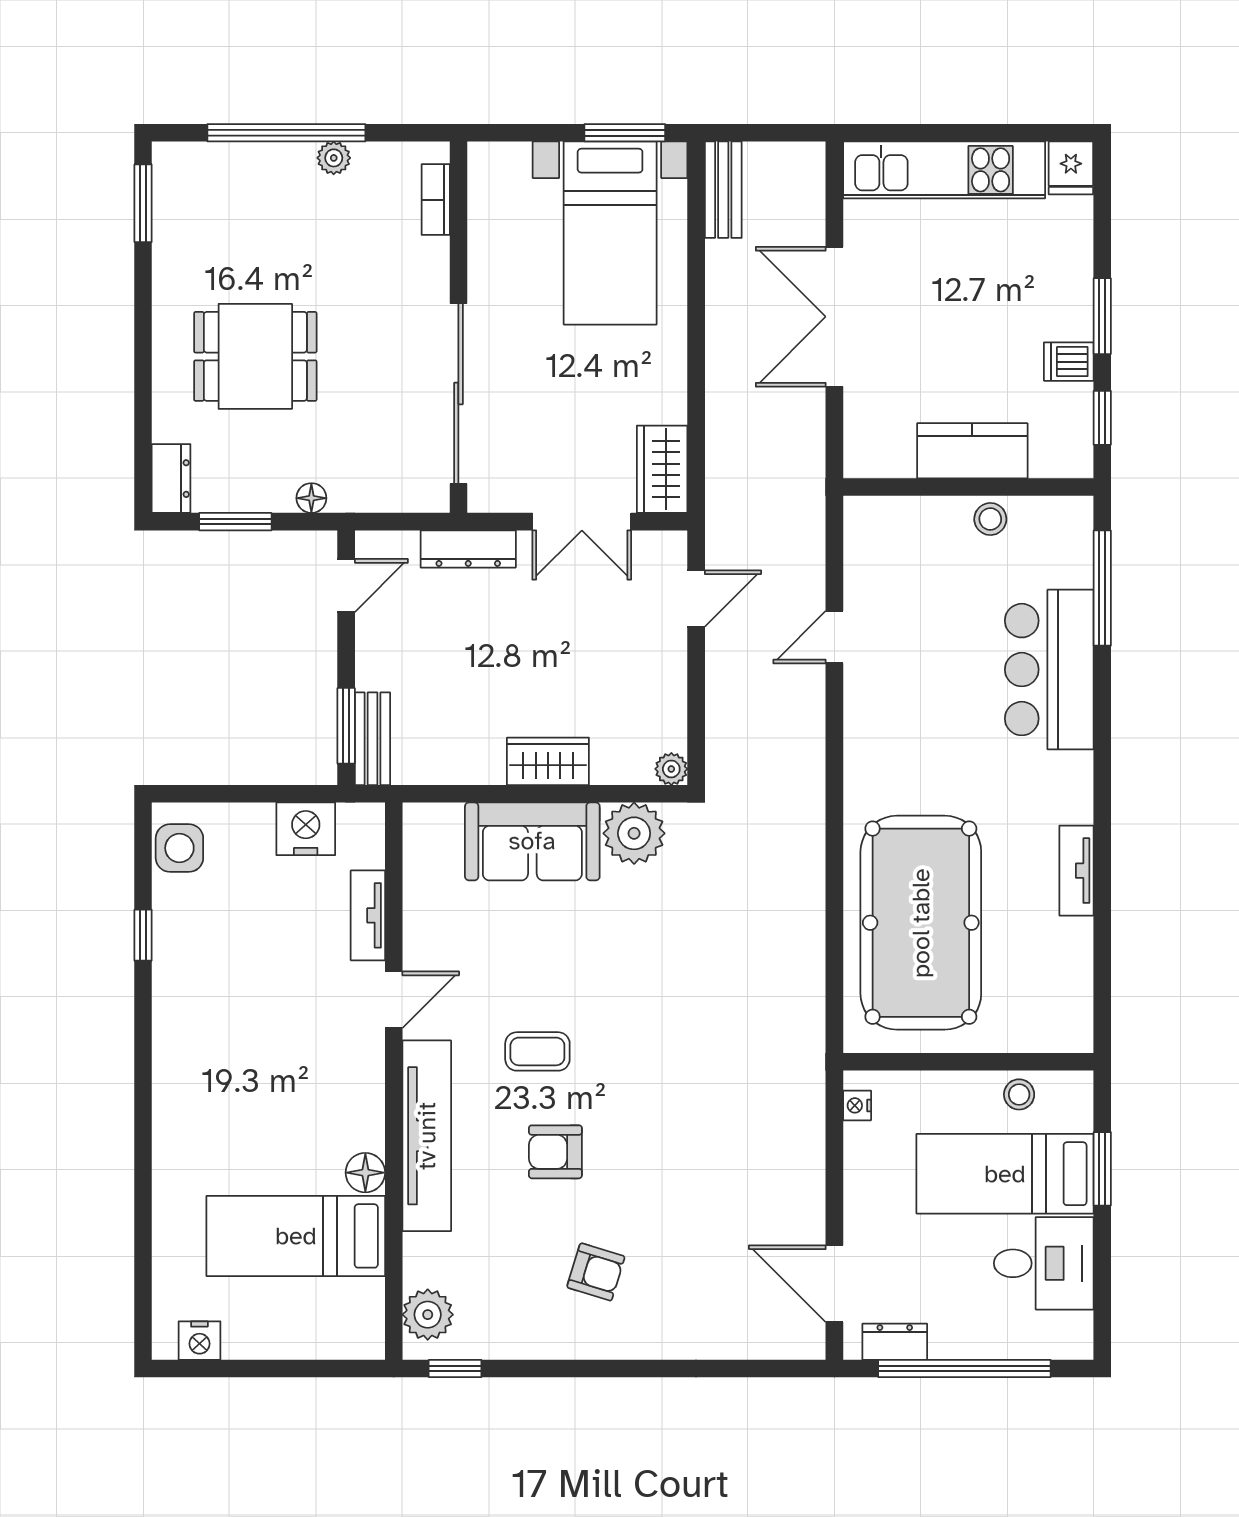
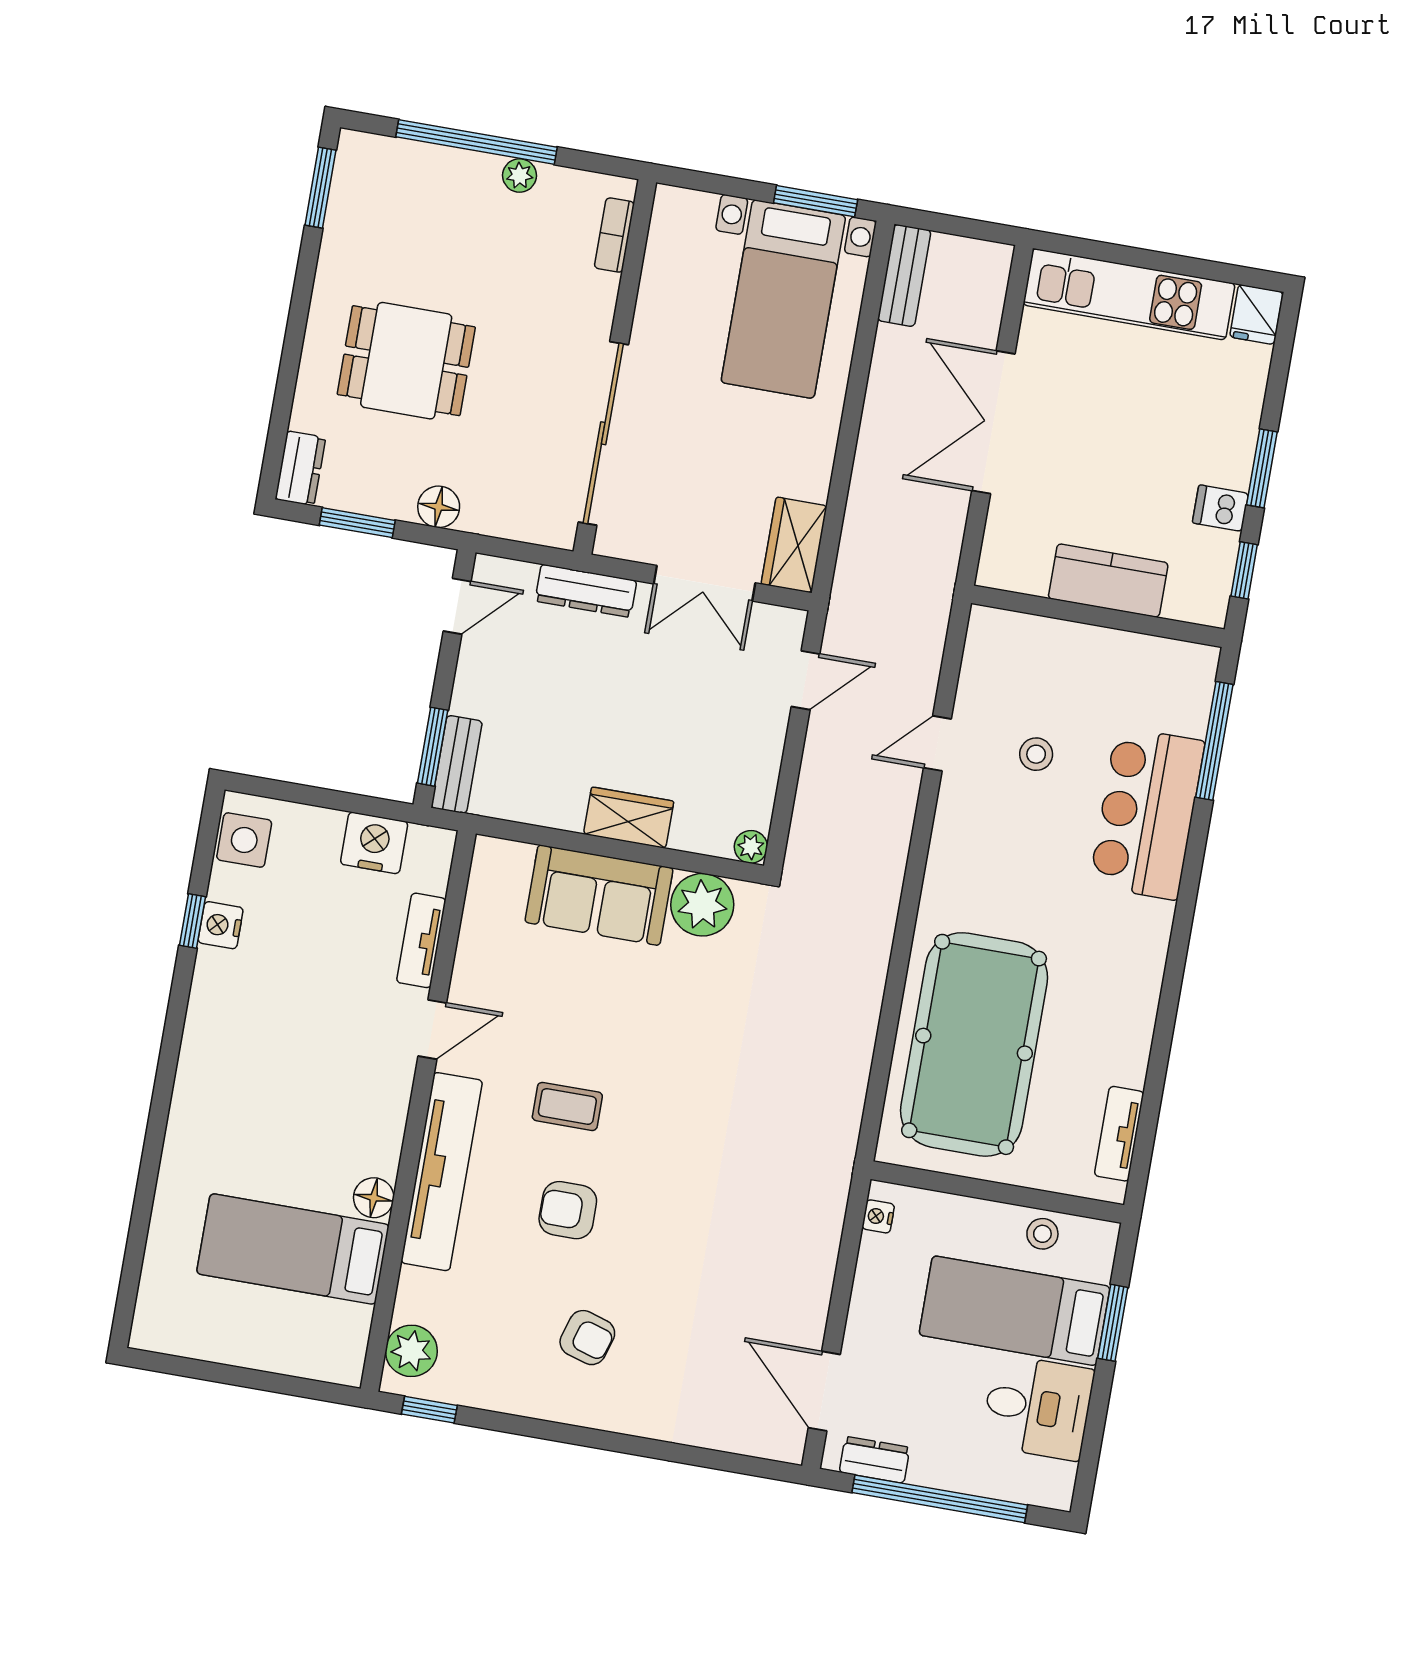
floor lamp: (311, 498) -> (439, 507), width x1.37, depth x1.37
stool: (990, 519) -> (1036, 754), moved
tv unit: (1076, 871) -> (1119, 1134), moved
nightstand: (199, 1341) -> (221, 925), moved, turned 90

